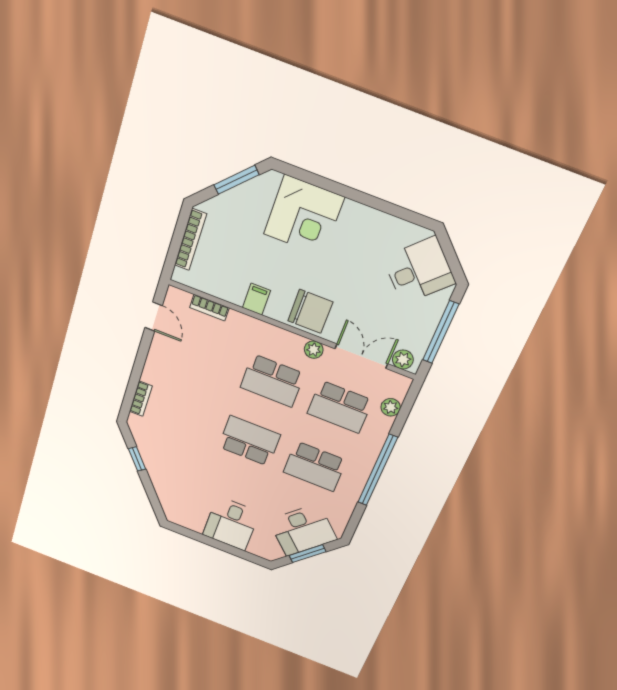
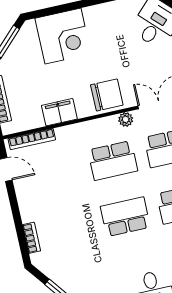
filing cabinet: (256, 299) -> (59, 112), width x2.00
bookcase: (209, 308) -> (32, 139), width x1.56

